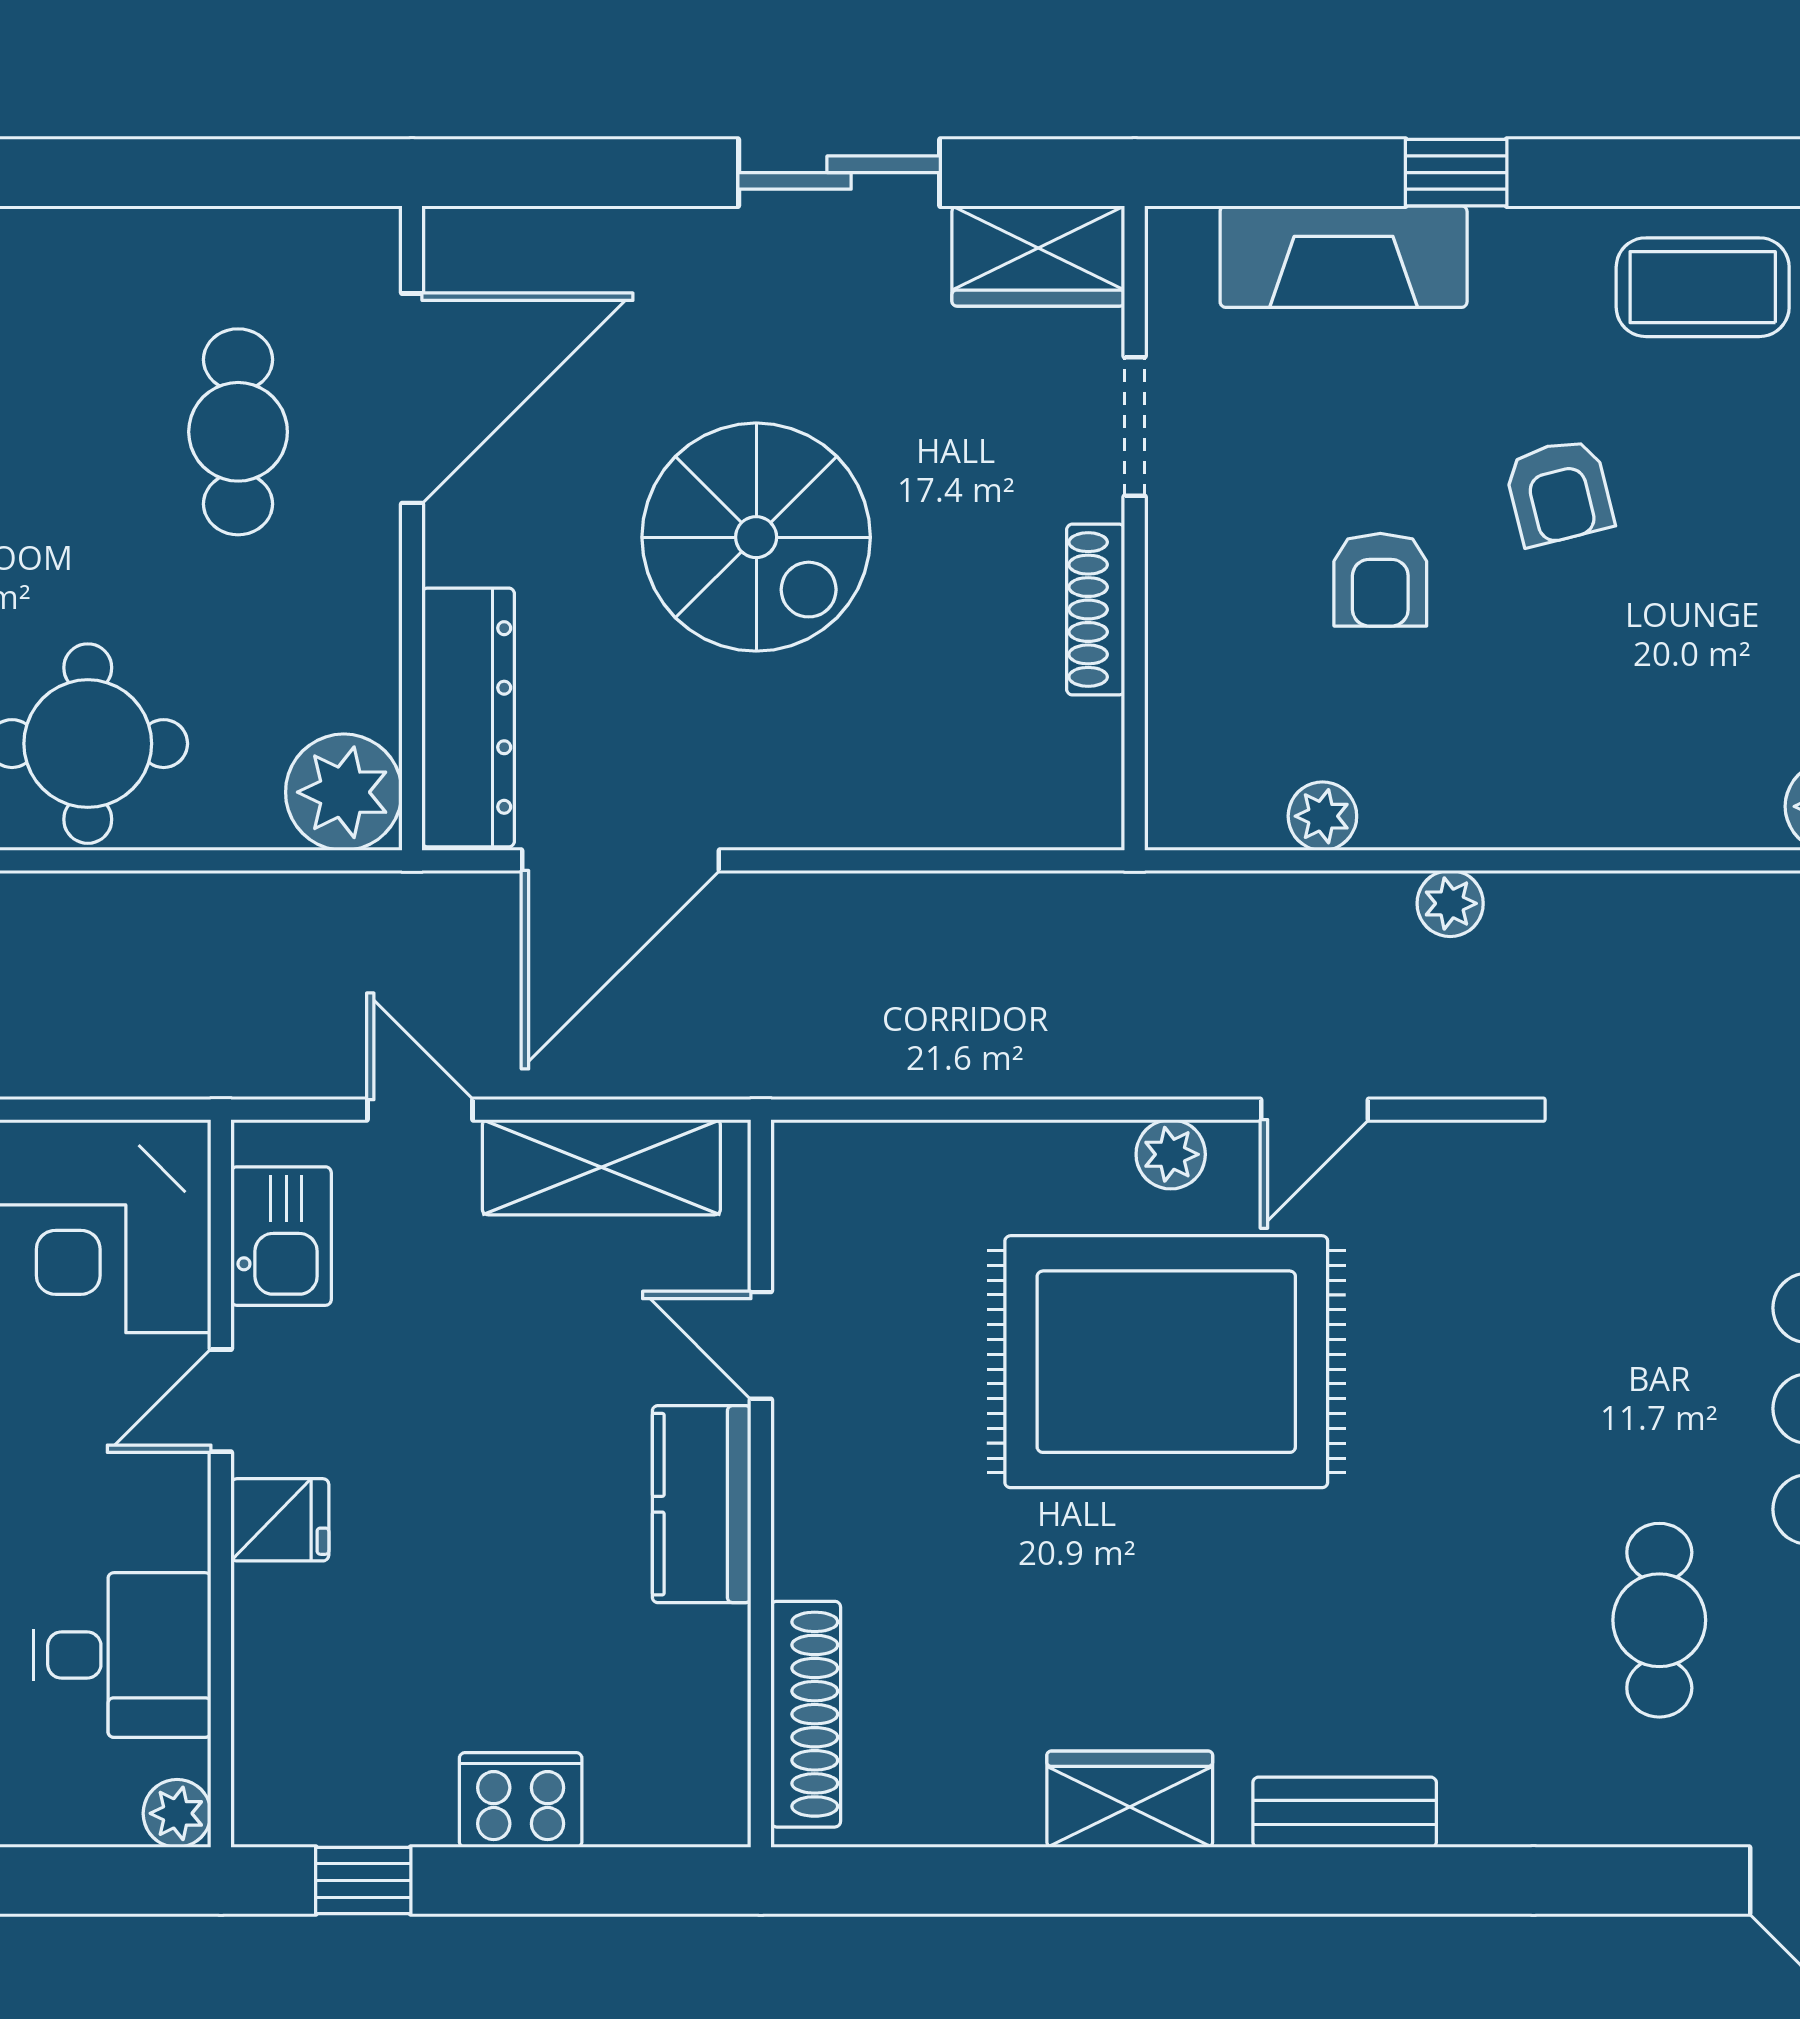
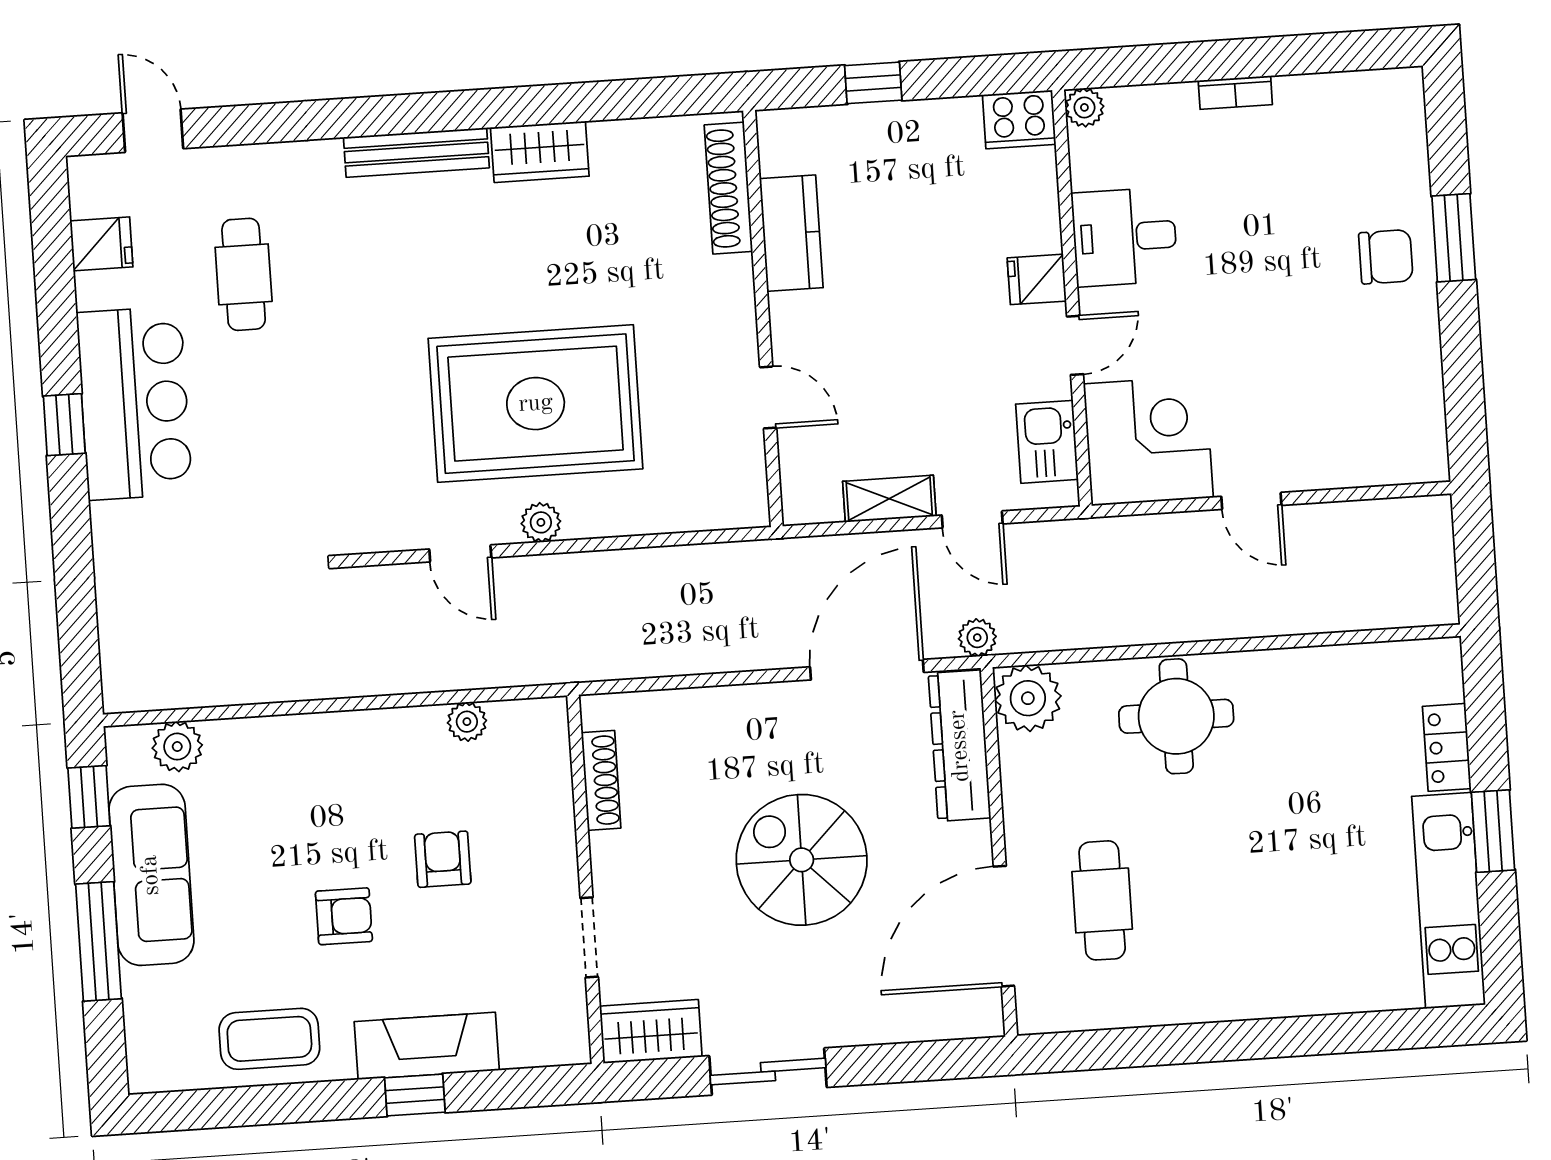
fireplace: (1344, 257) -> (427, 1046), moved
armchair: (1559, 492) -> (344, 916), turned 104
shoe rack: (1096, 610) -> (601, 780), moved
plant: (1450, 903) -> (977, 638), moved
door: (1315, 1110) -> (460, 553), swing flipped
shelving: (601, 1167) -> (889, 499), width x0.67, depth x0.75
kitchen counter: (702, 1504) -> (791, 233), moved
desk: (122, 1655) -> (1125, 237), moved
cooker: (521, 1800) -> (1019, 120), moved
bench: (1345, 1812) -> (416, 153), width x1.36
window: (363, 1880) -> (873, 83), moved

